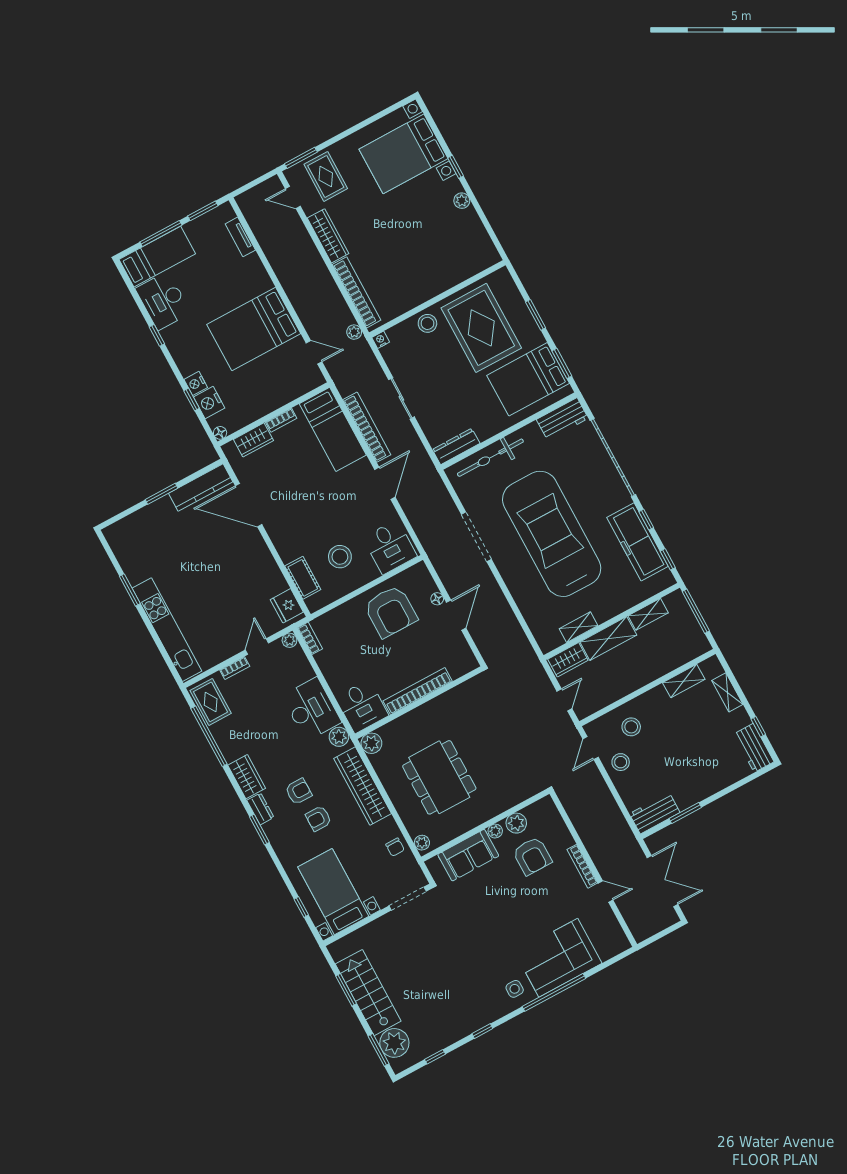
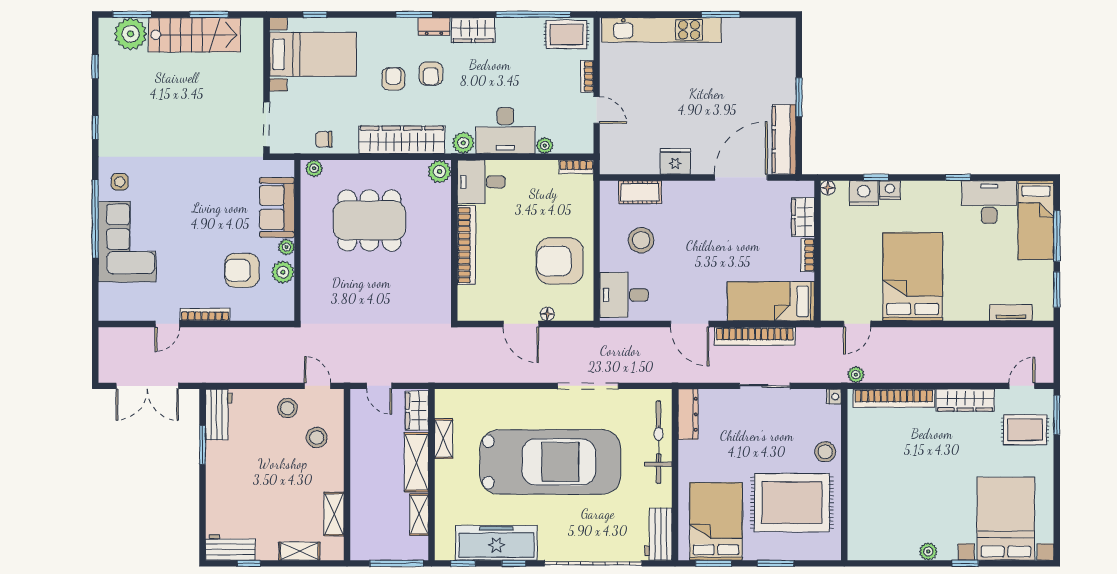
fridge: (287, 606) -> (675, 161), moved
plant: (289, 640) -> (545, 146), moved

